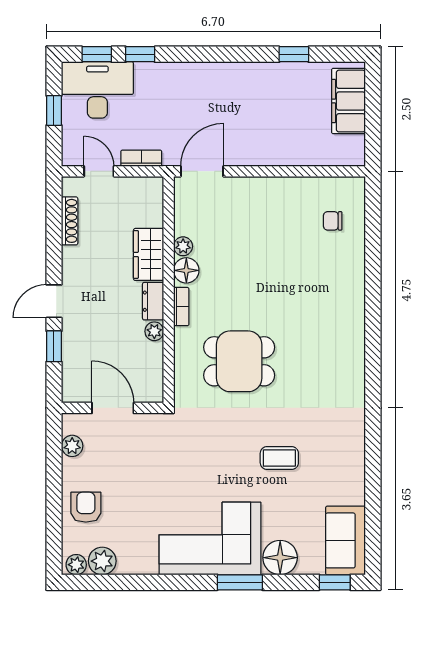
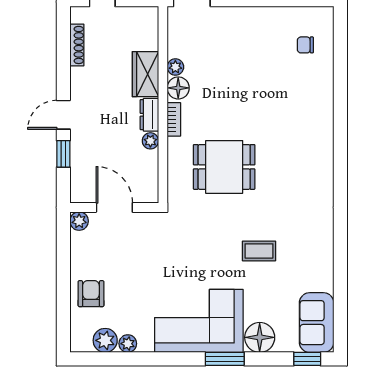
plant: (72, 446) -> (79, 221), moved
plant: (76, 565) -> (128, 344), moved

